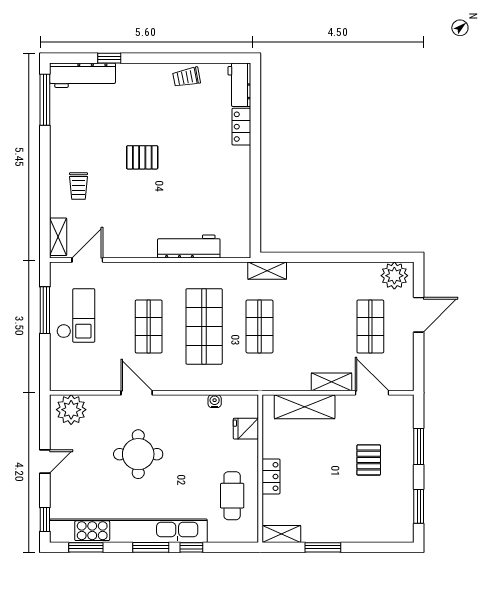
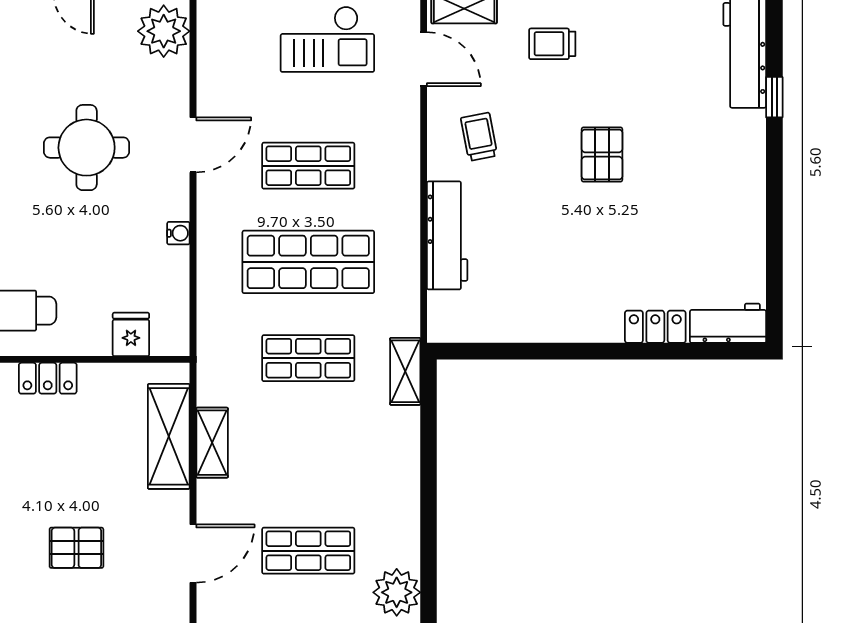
trolley: (187, 77) -> (479, 137), moved
shelving: (331, 382) -> (212, 443), moved
water cooler: (215, 401) -> (178, 233), moved

